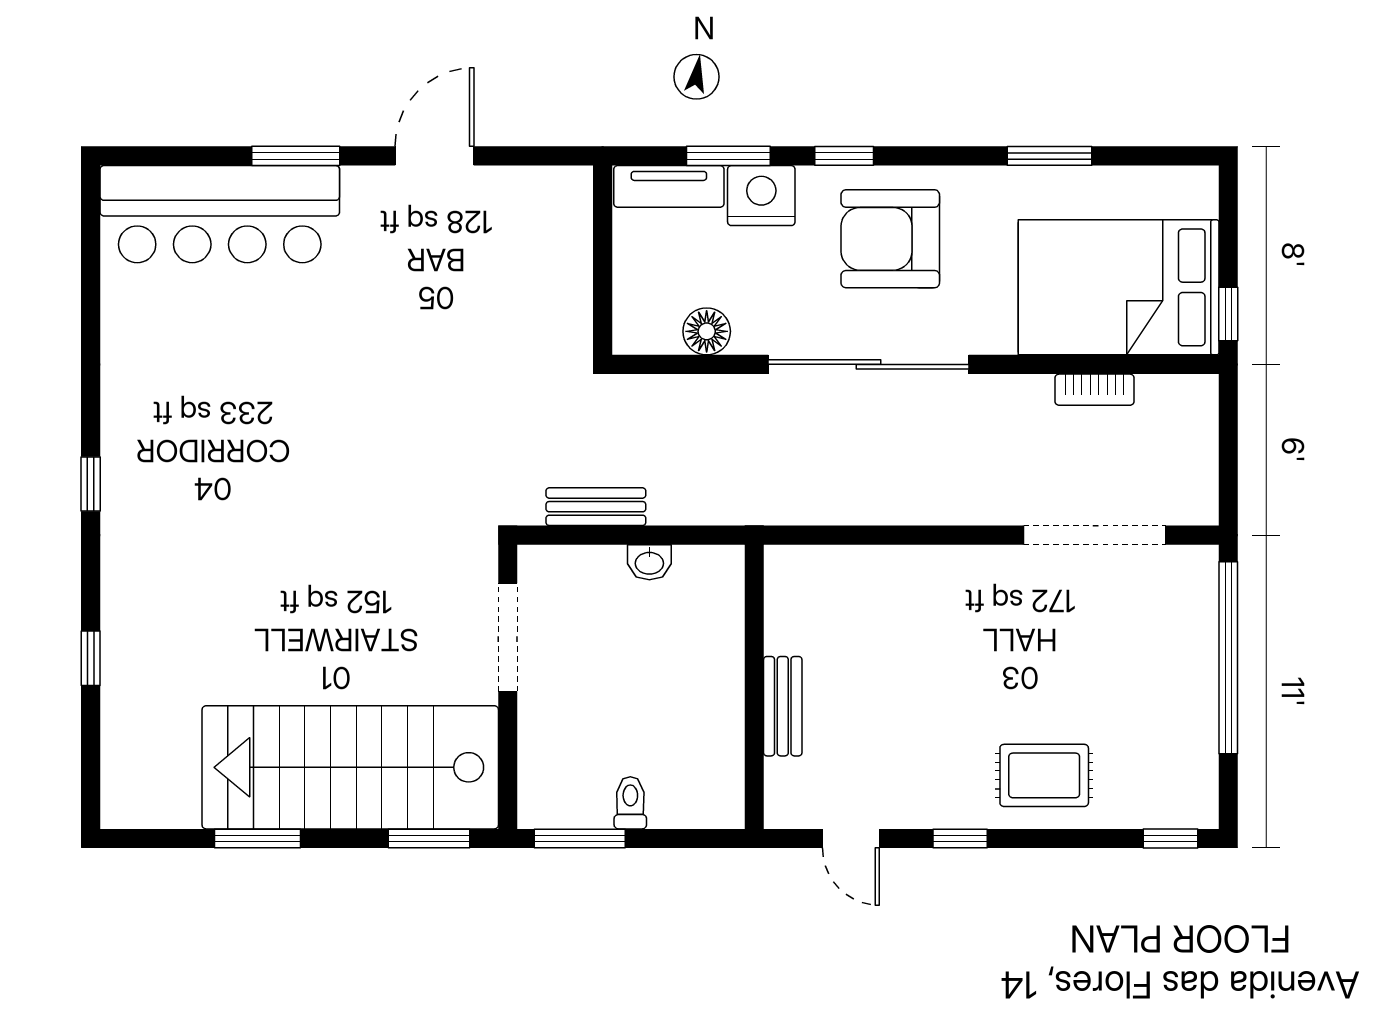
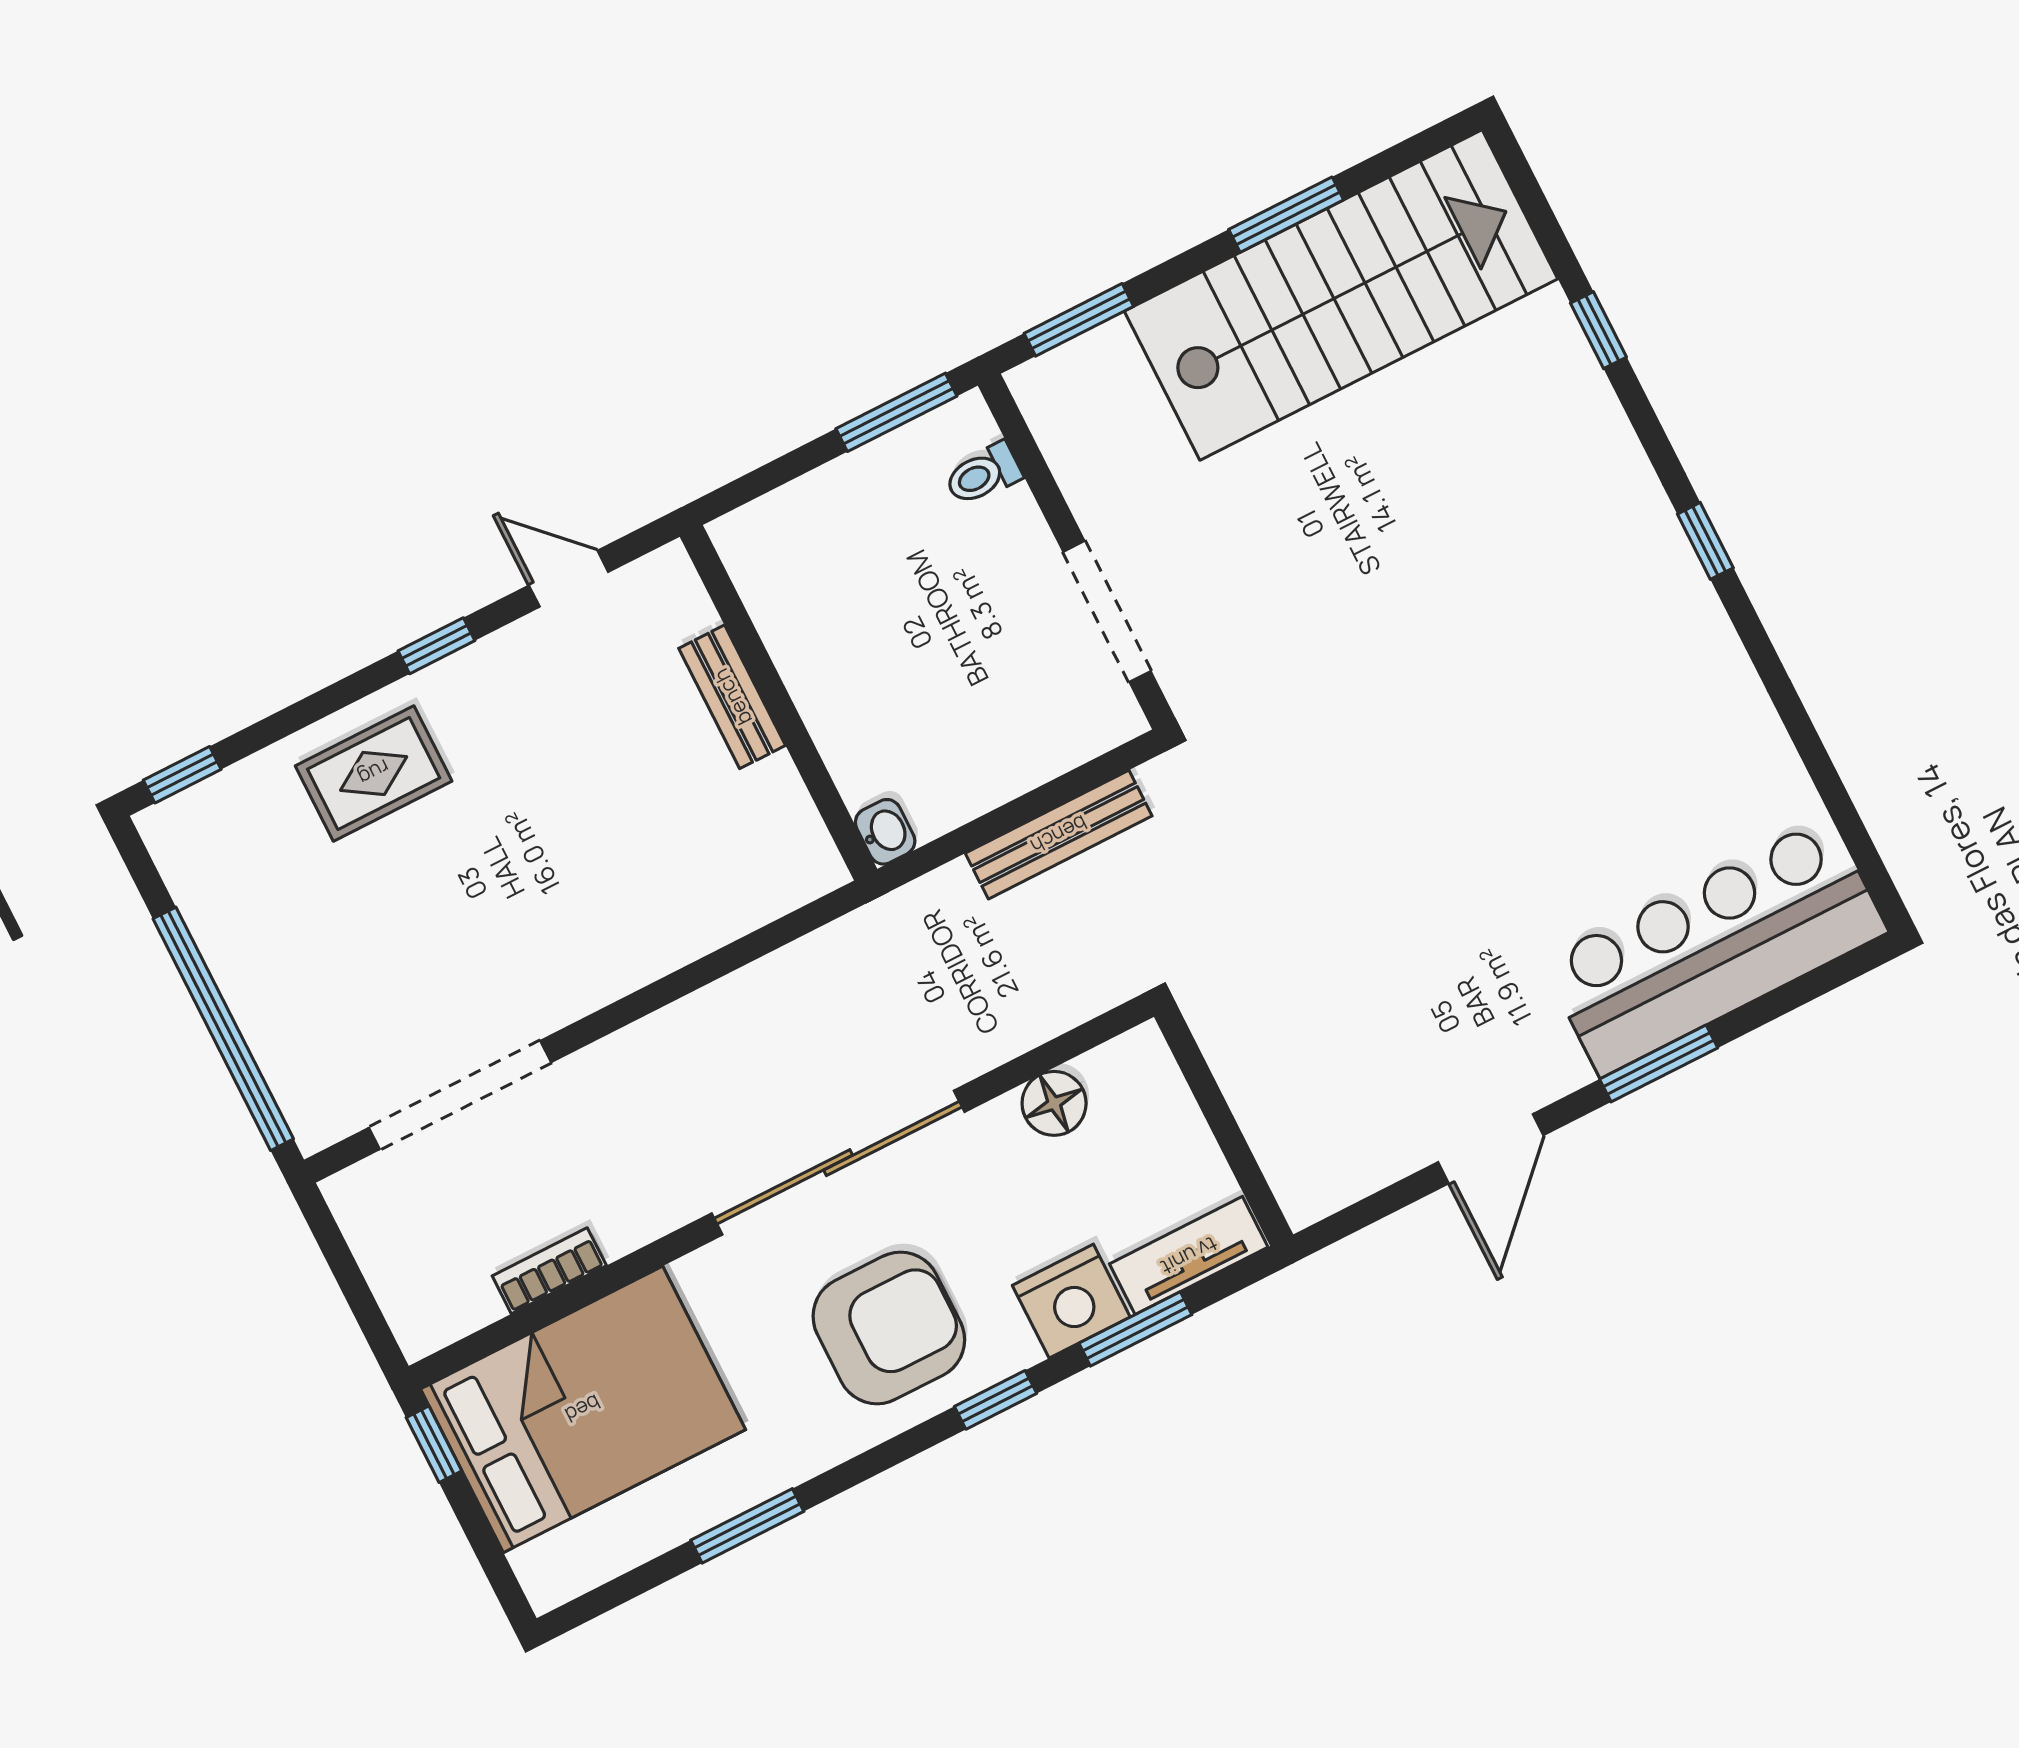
bench: (596, 507) -> (1059, 835), width x1.36
washbasin: (649, 562) -> (885, 832), moved, turned 90
stairs: (350, 767) -> (1341, 295), moved
toilet: (630, 803) -> (983, 474), moved, turned 90

